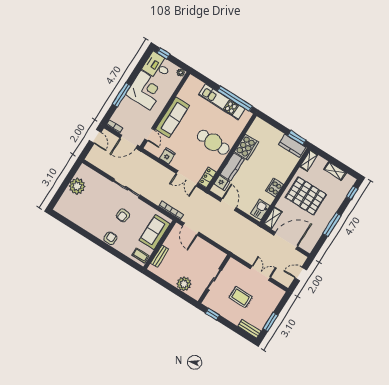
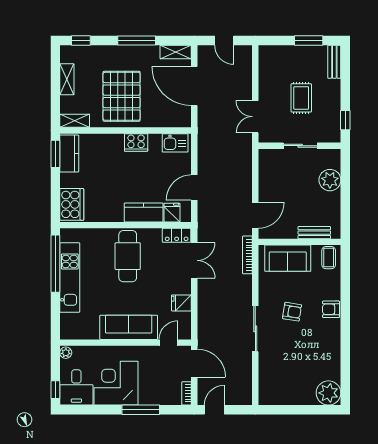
cooker: (246, 147) -> (72, 204), moved, turned 90
plant: (77, 186) -> (328, 393), moved
shelving: (273, 218) -> (176, 52), moved
double door: (260, 273) -> (255, 117), moved

